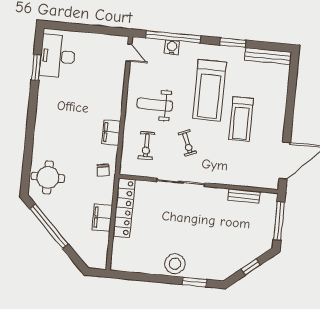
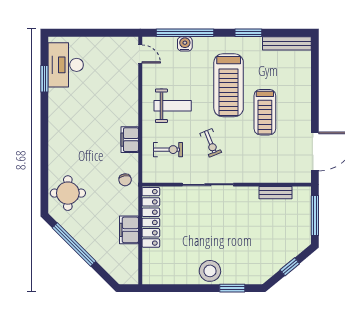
weight bench: (155, 105) -> (173, 106), turned 180
exercise bike: (146, 145) -> (168, 150), turned -90

